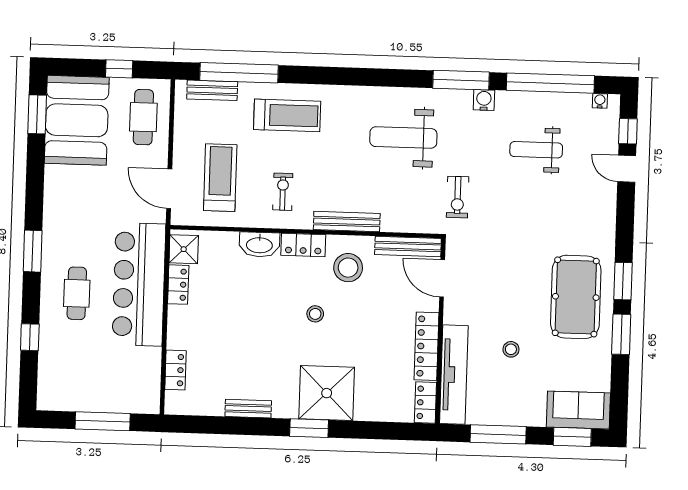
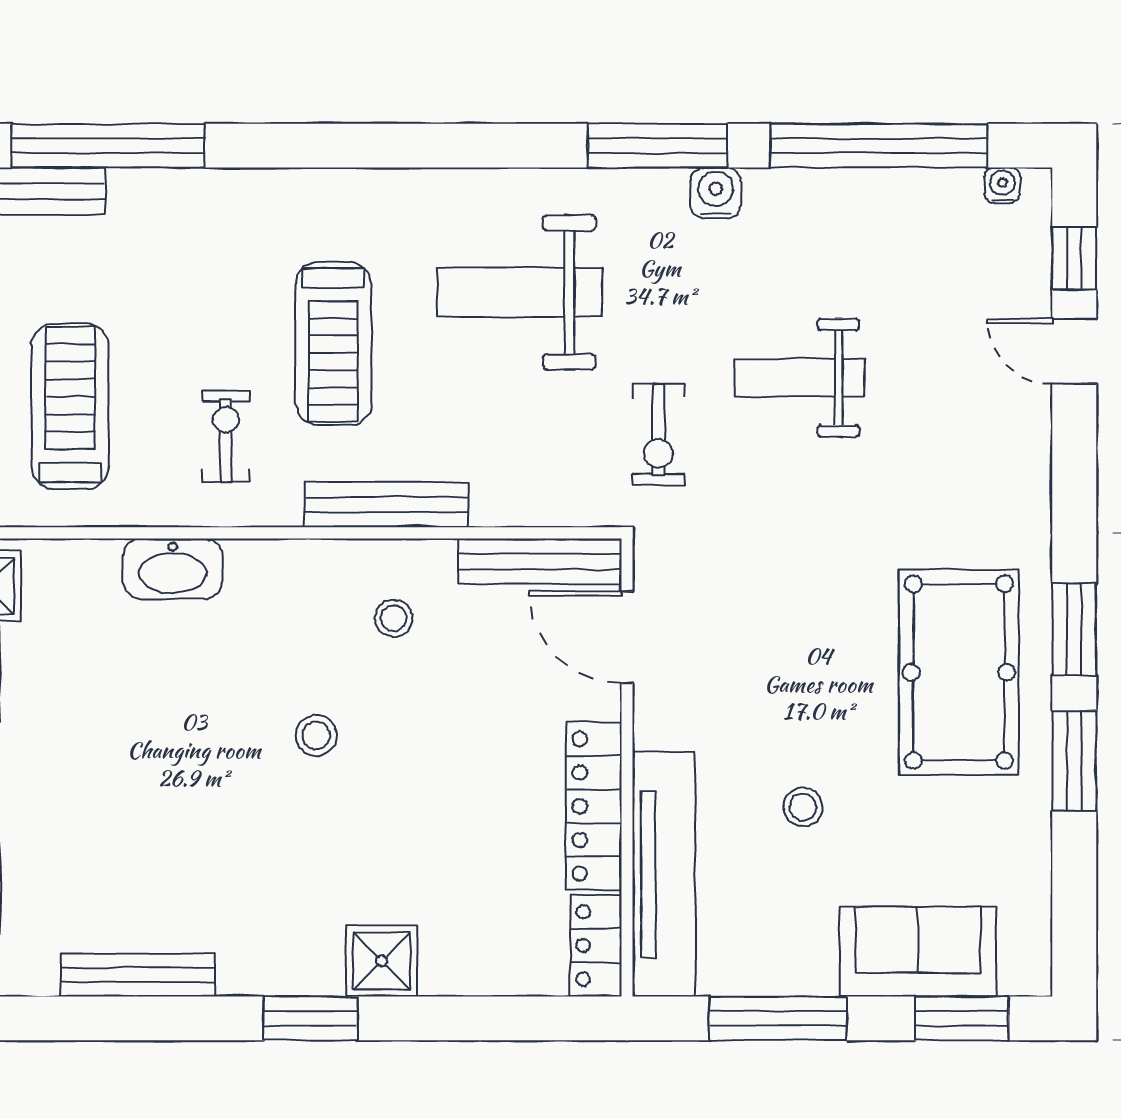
treadmill: (287, 115) -> (333, 343), moved, turned 90
weight bench: (536, 150) -> (800, 378), moved
locker: (303, 245) -> (281, 566), removed
stool: (348, 268) -> (394, 618), width x0.53, depth x0.53
shower: (327, 393) -> (382, 961), width x0.54, depth x0.54
bench: (248, 409) -> (138, 975), width x1.36
sofa: (578, 410) -> (918, 952), moved

